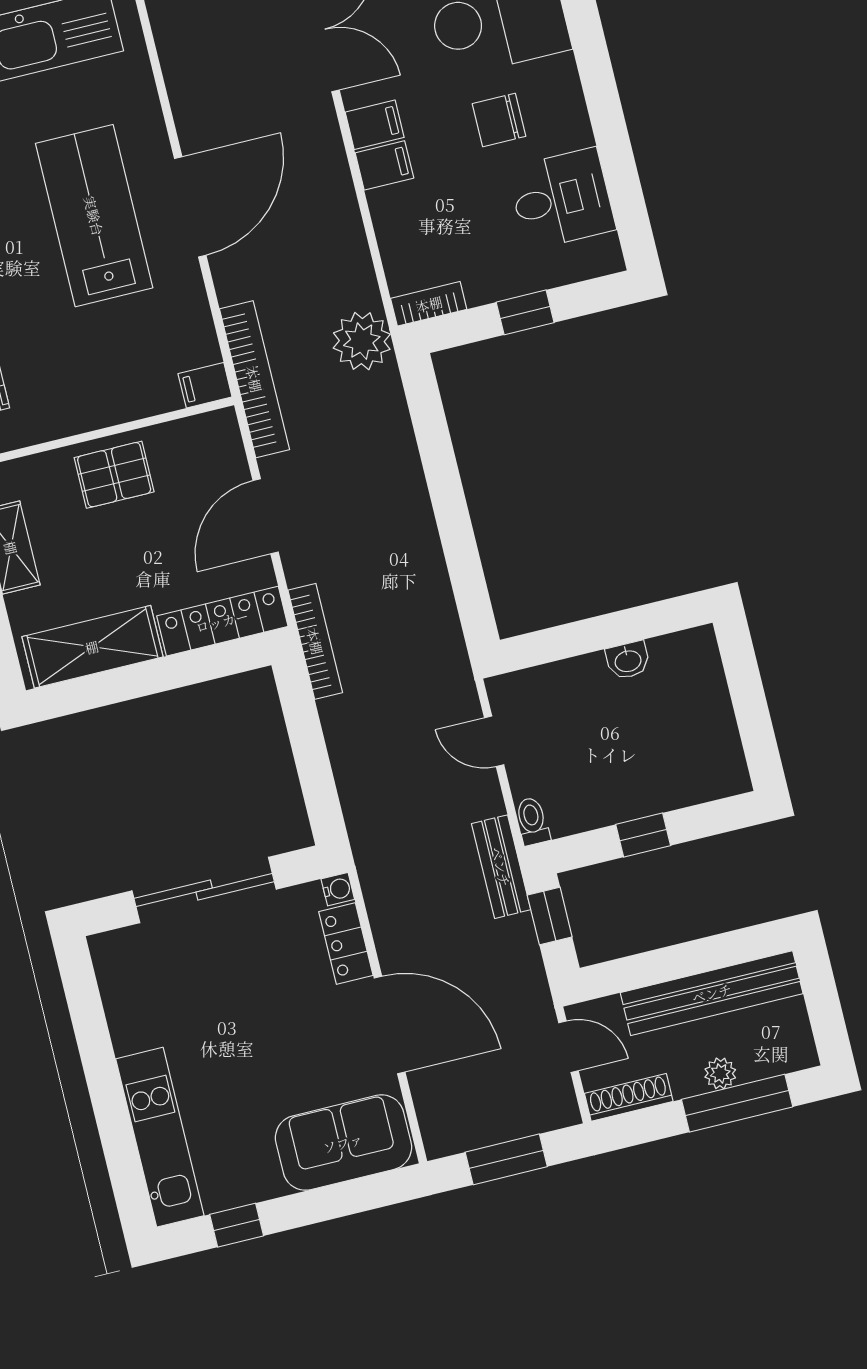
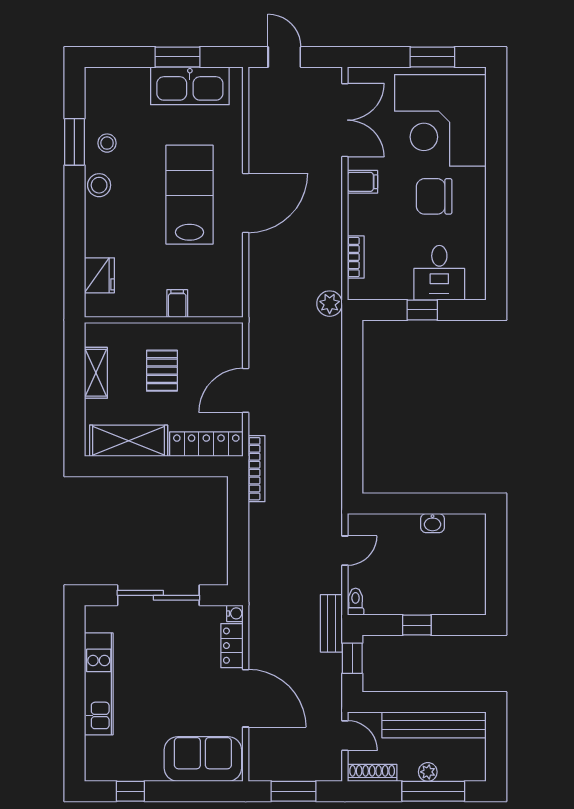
chair: (499, 120) -> (434, 196), width x1.37, depth x1.37
filing cabinet: (384, 165) -> (362, 206), removed
desk: (562, 199) -> (439, 273), moved, turned 90
bookcase: (429, 304) -> (356, 257), moved, turned 90
plant: (362, 341) -> (330, 304), width x0.73, depth x0.73
bookcase: (254, 379) -> (258, 310), removed
filing cabinet: (205, 385) -> (177, 304), moved, turned 90
pallet: (114, 475) -> (162, 371), moved, turned 90
door: (494, 741) -> (345, 551), swing flipped
kitchen unit: (160, 1137) -> (99, 684), moved

